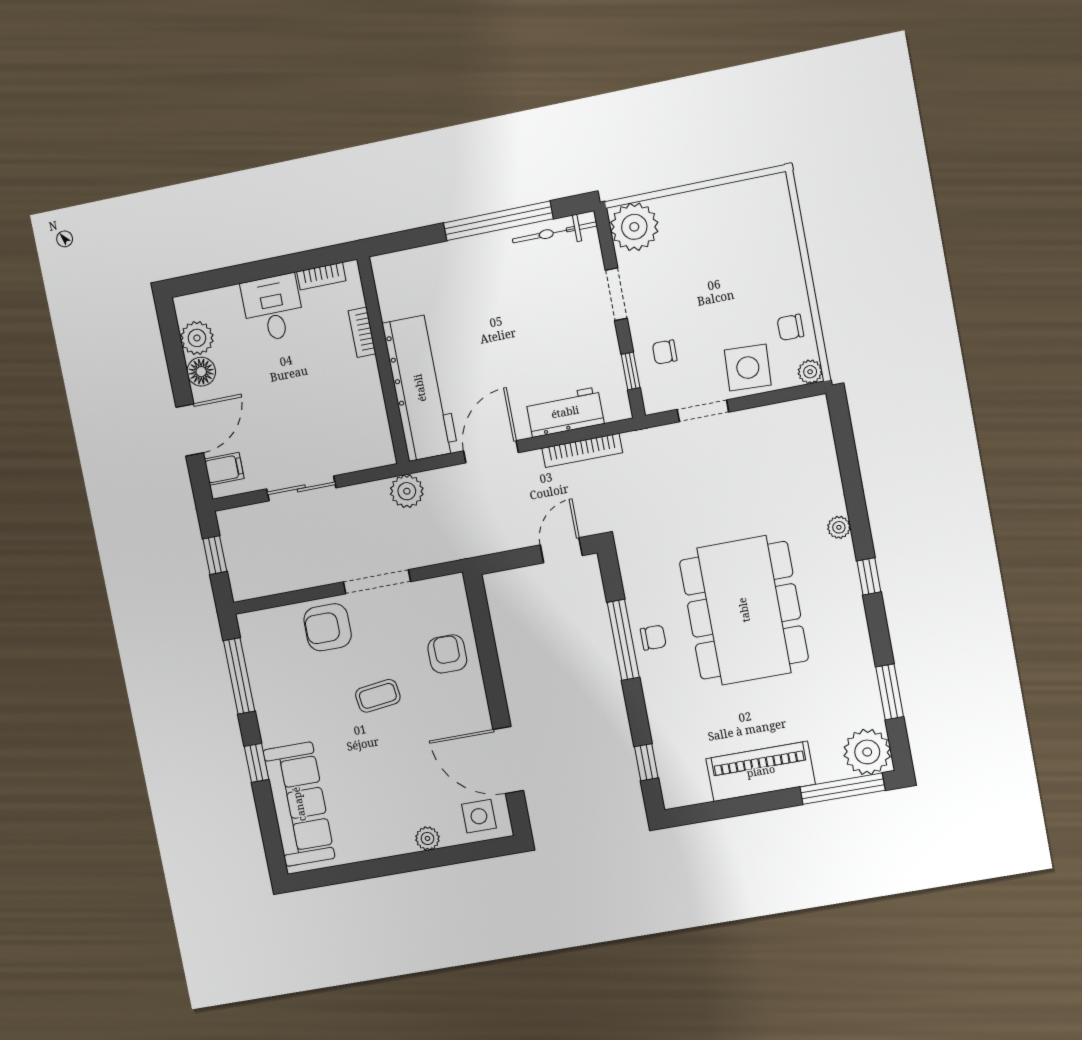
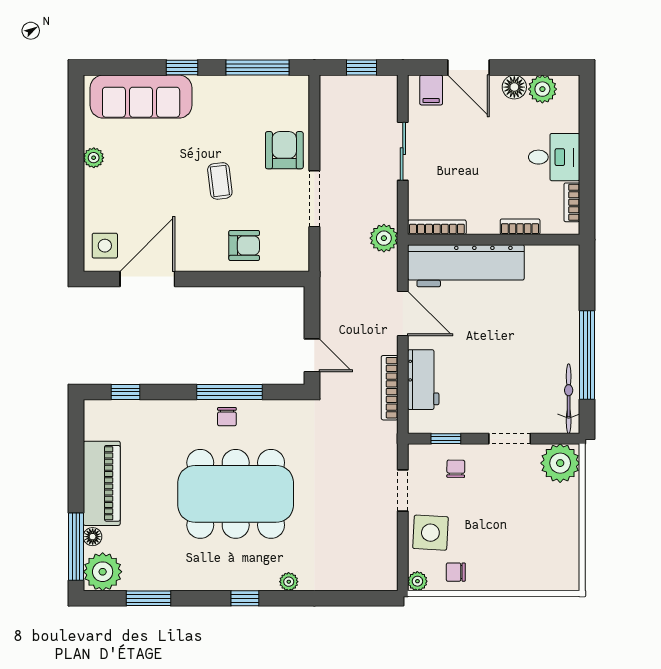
chair: (790, 327) -> (456, 572), turned -90
bookcase: (382, 431) -> (437, 227), added
floor lamp: (827, 771) -> (93, 537), added
plant: (427, 838) -> (94, 158), moved

